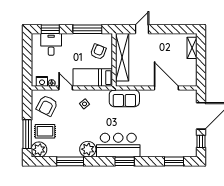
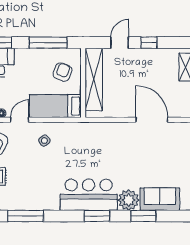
window: (164, 29) -> (149, 43), added
door: (66, 88) -> (20, 120), hinge flipped
sofa: (124, 98) -> (160, 199), moved, turned 180
plant: (88, 149) -> (129, 200), moved
window: (174, 161) -> (143, 216), moved

